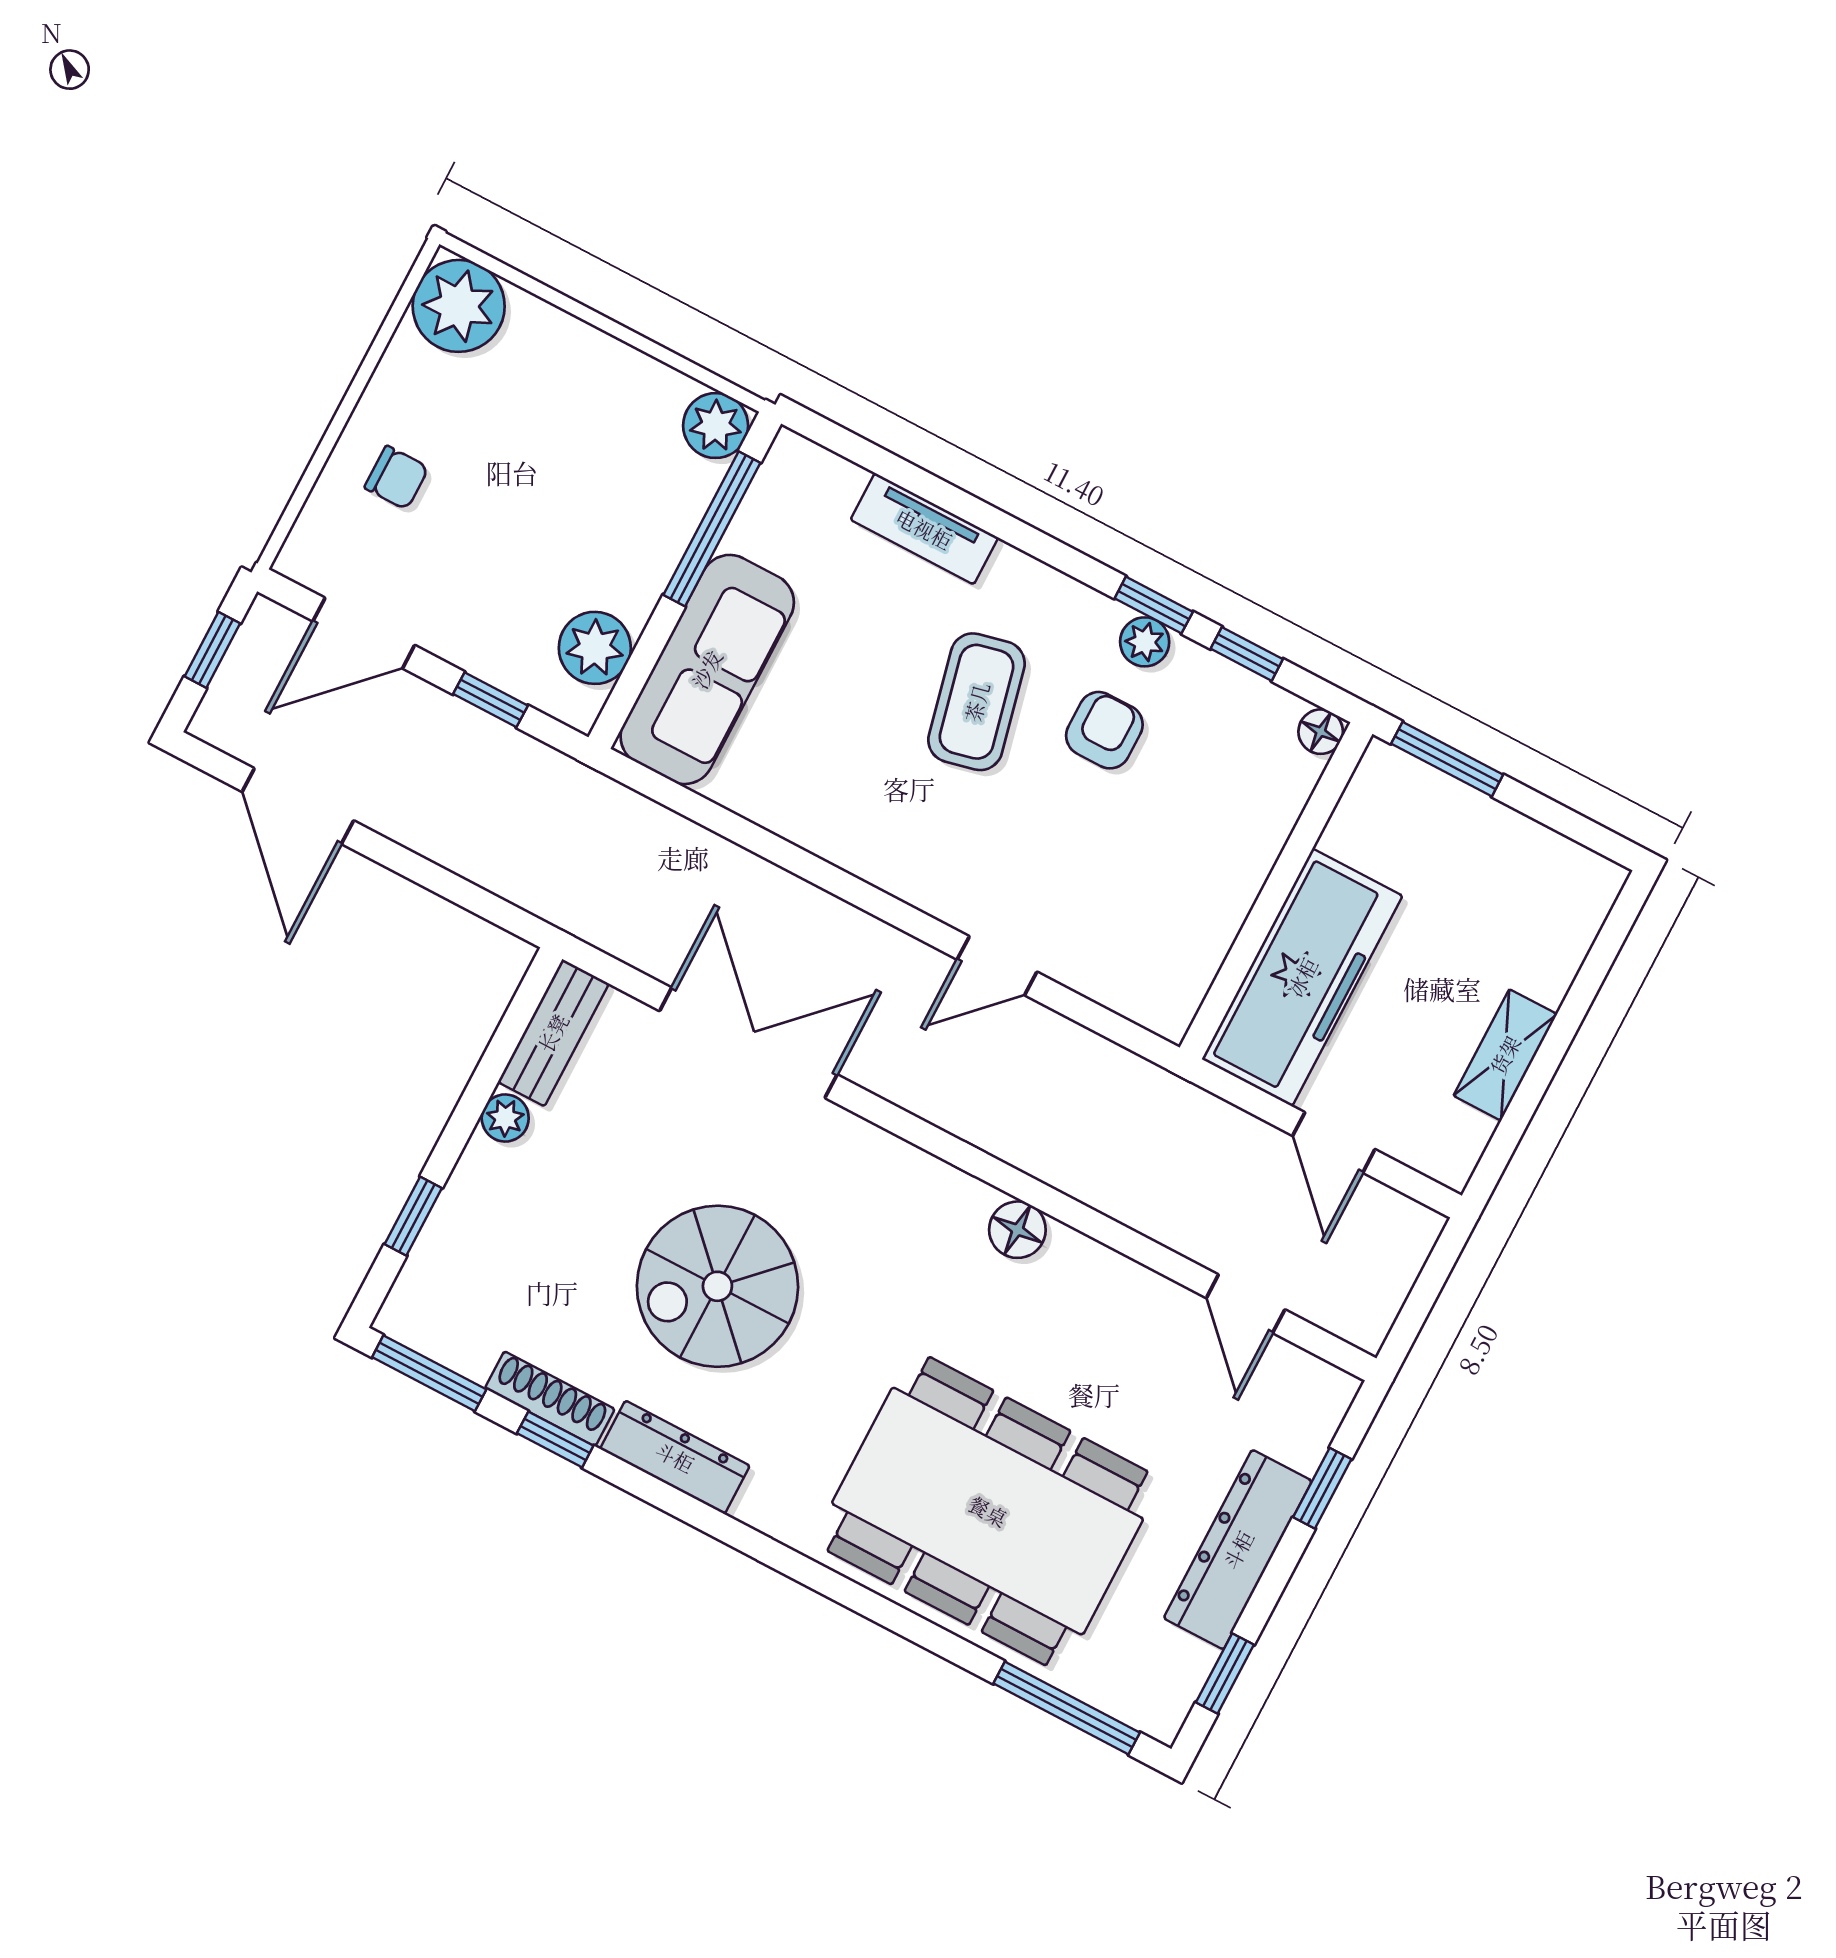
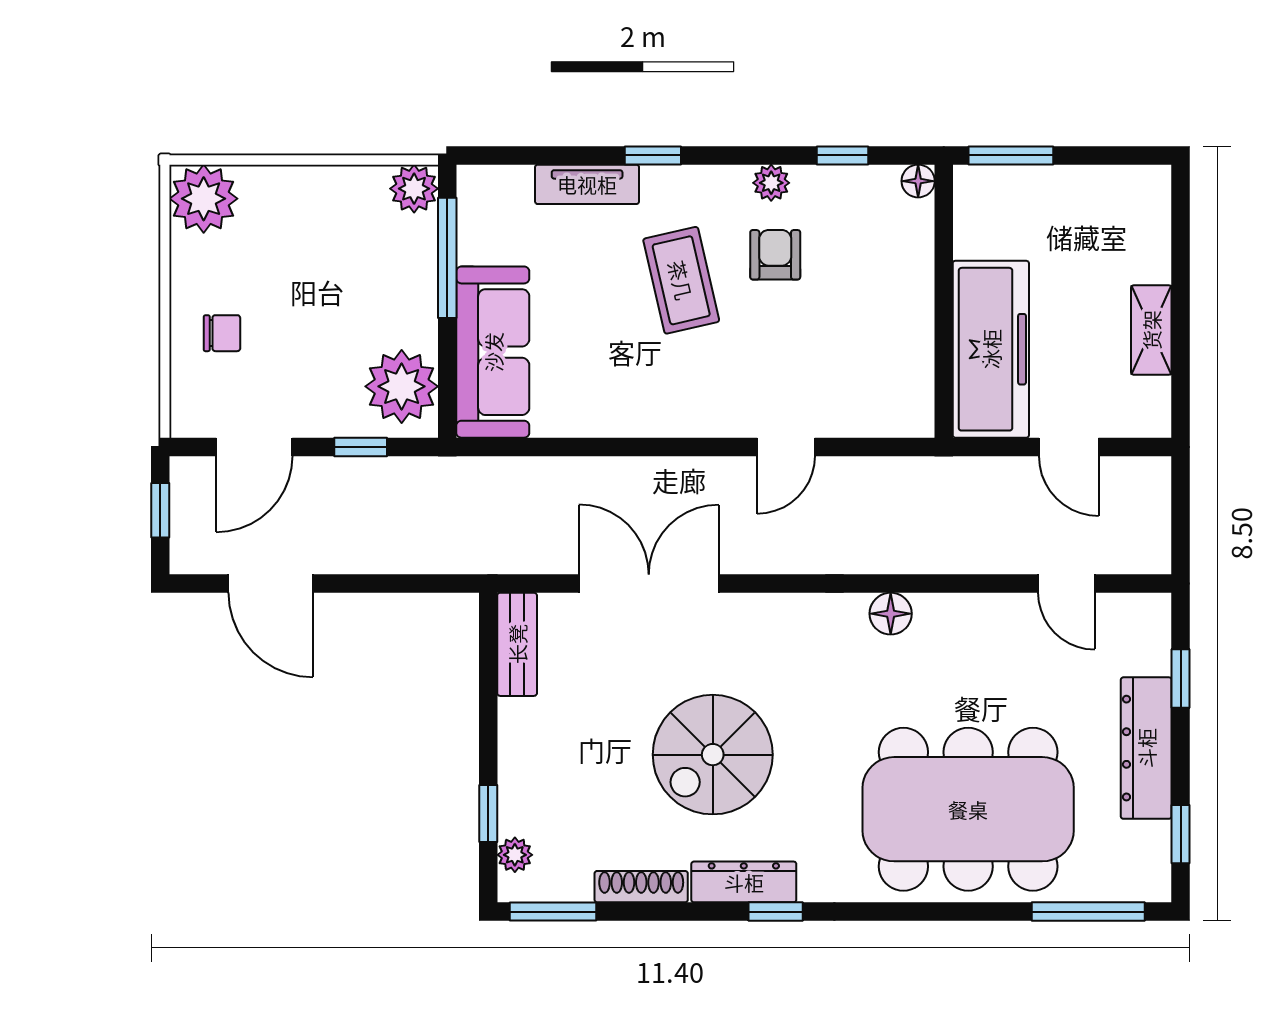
window: (1154, 605) -> (653, 155), moved
plant: (595, 648) -> (402, 386), width x1.36, depth x1.36
plant: (505, 1118) -> (515, 855), moved
window: (555, 1439) -> (776, 912), moved

